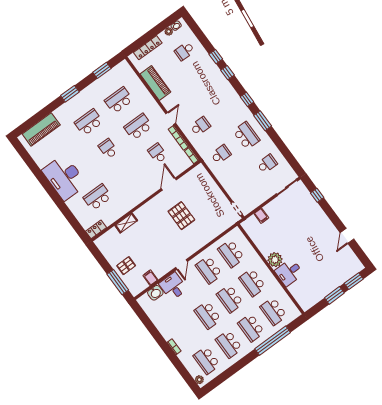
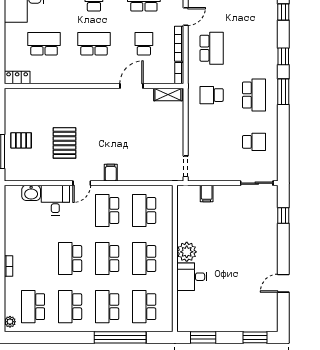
school desk: (200, 126) -> (212, 48), width x1.85
school desk: (221, 154) -> (212, 95), turned 180
school desk: (127, 175) -> (94, 44), added
pallet: (181, 216) -> (65, 143), moved
shelving: (126, 223) -> (168, 94), moved
filing cabinet: (150, 278) -> (111, 173), moved
window: (334, 295) -> (203, 337), moved

